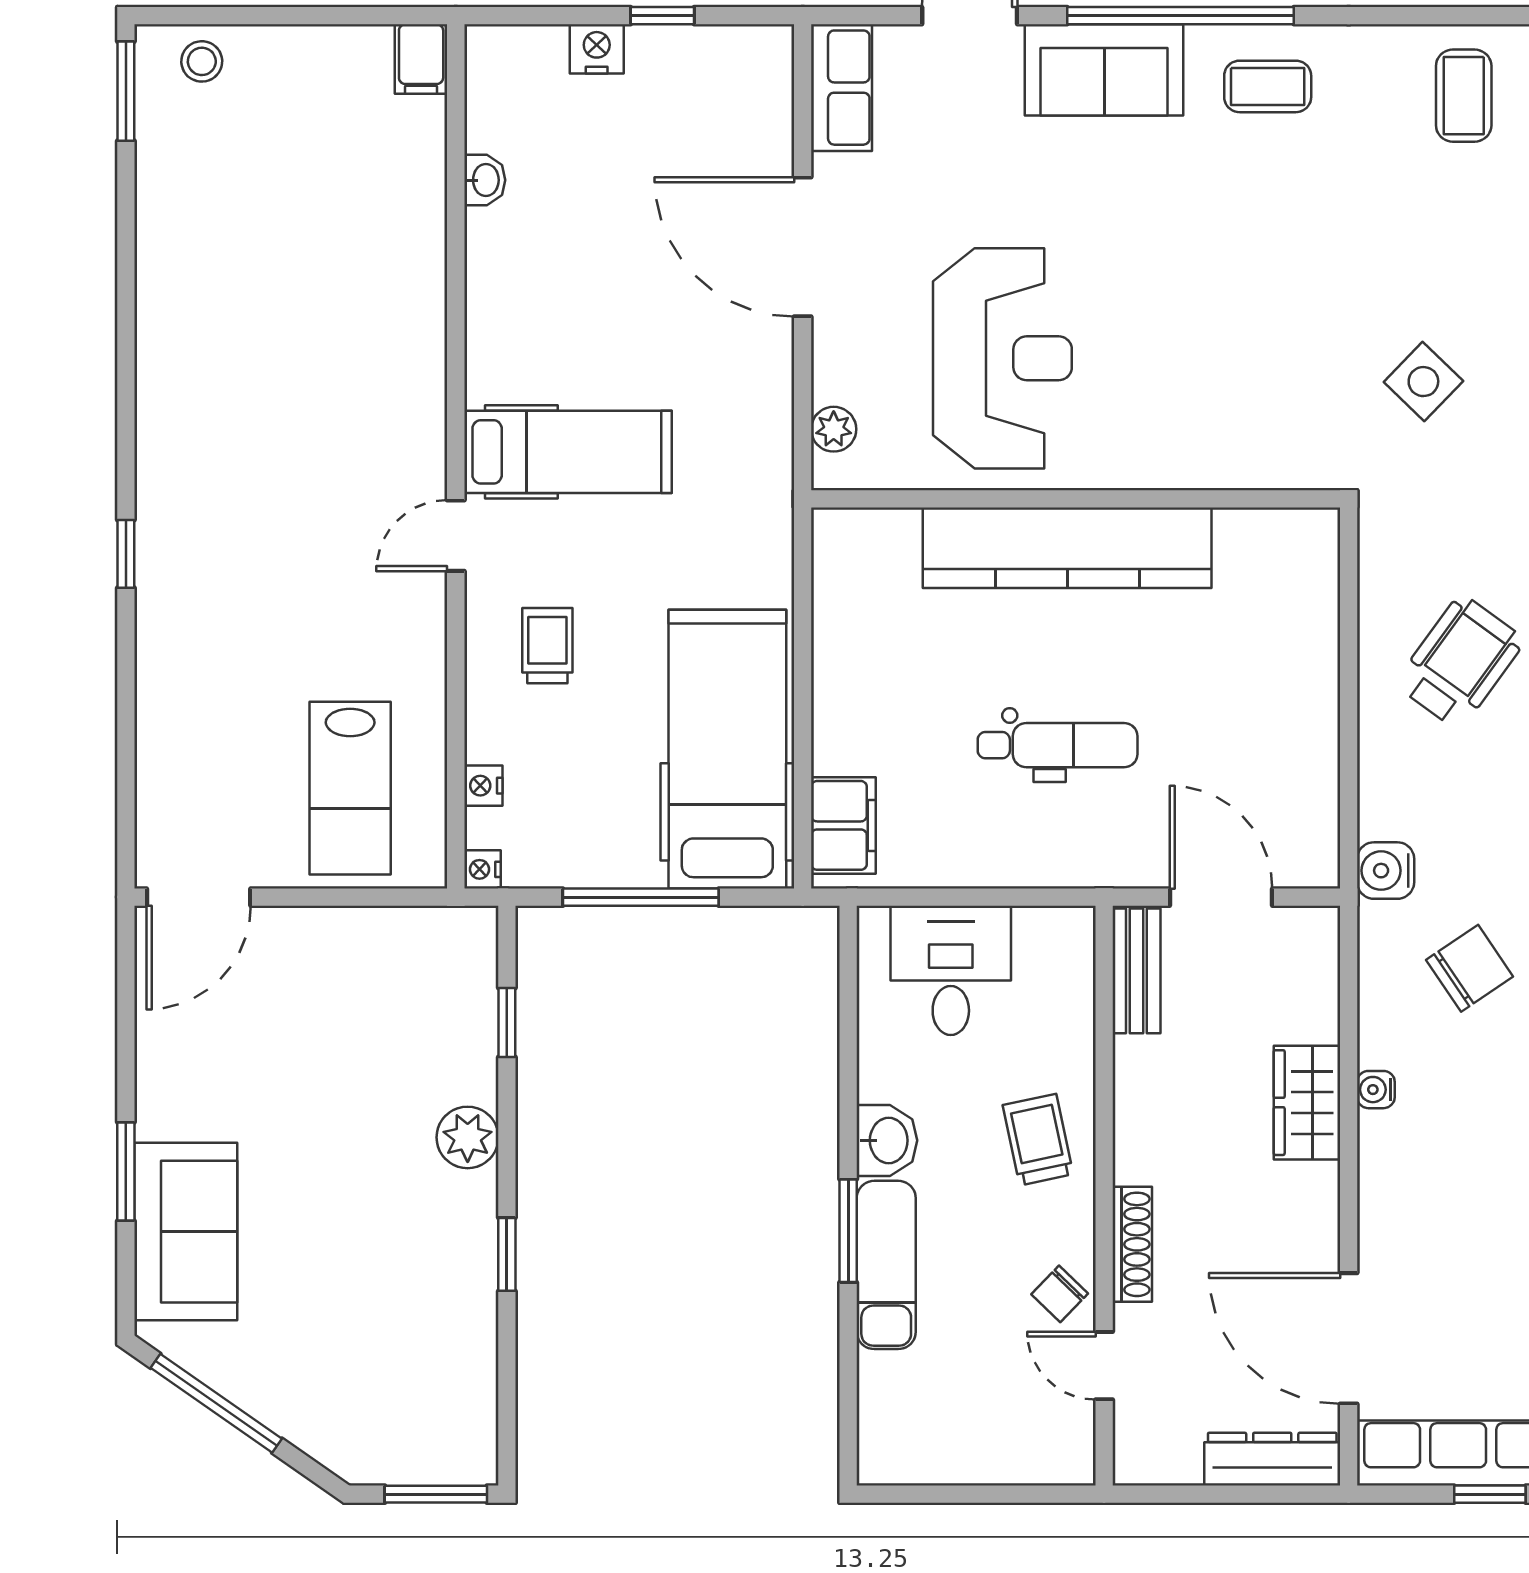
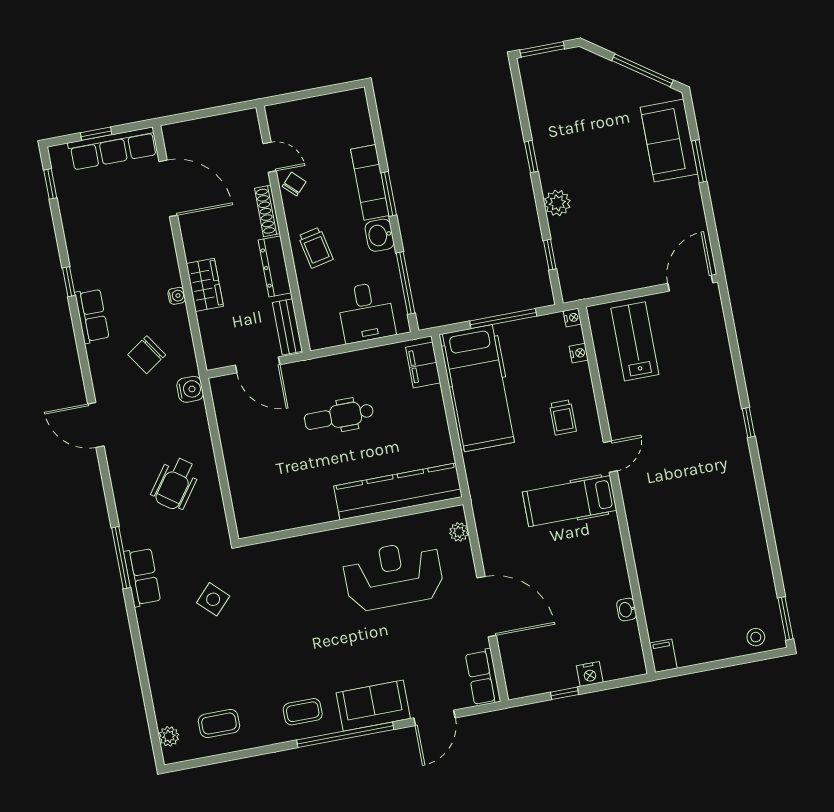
coffee table: (1464, 96) -> (219, 724), turned 90
reception desk: (1002, 358) -> (393, 575), turned 90
kitchen counter: (1067, 548) -> (398, 491), moved
window: (848, 1020) -> (406, 283), added
dresser: (1272, 1459) -> (275, 266), moved, turned 90

